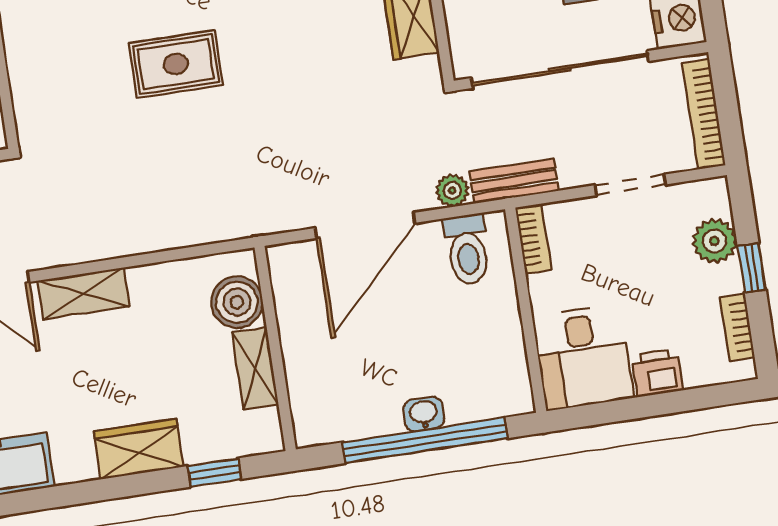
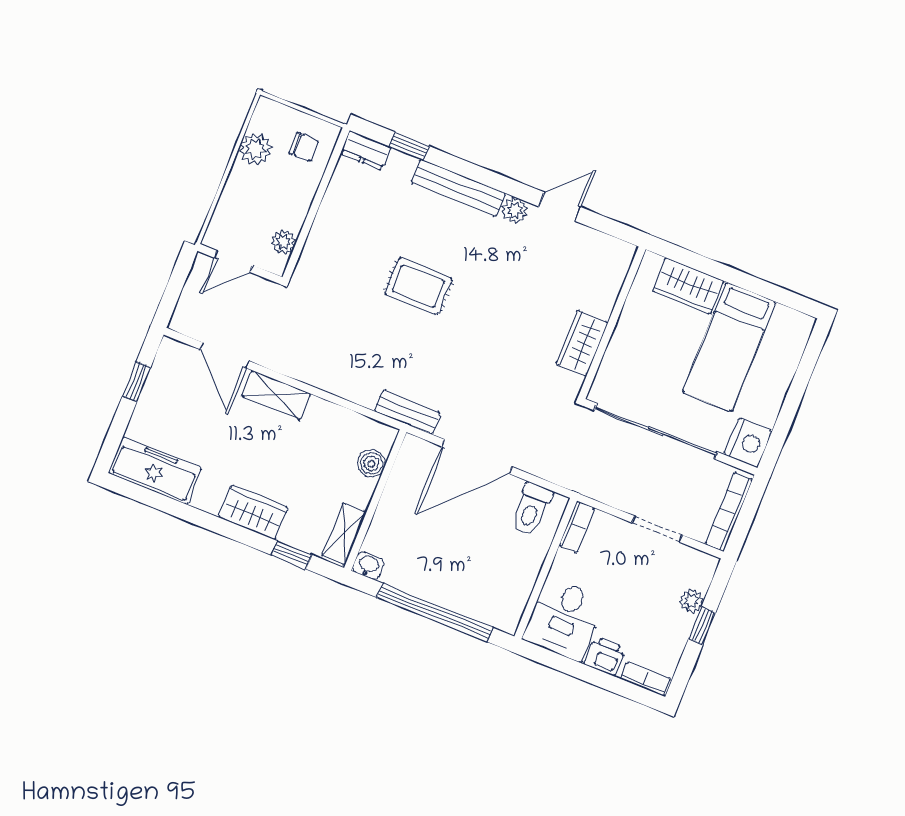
bench: (514, 181) -> (407, 412), moved
plant: (452, 191) -> (544, 467), removed
plant: (715, 241) -> (691, 601), width x0.73, depth x0.73
boiler: (237, 302) -> (371, 464), width x0.73, depth x0.73
bookcase: (737, 327) -> (645, 679), moved, turned 90
shelving: (255, 369) -> (344, 534), moved
washbasin: (424, 414) -> (368, 565), moved

